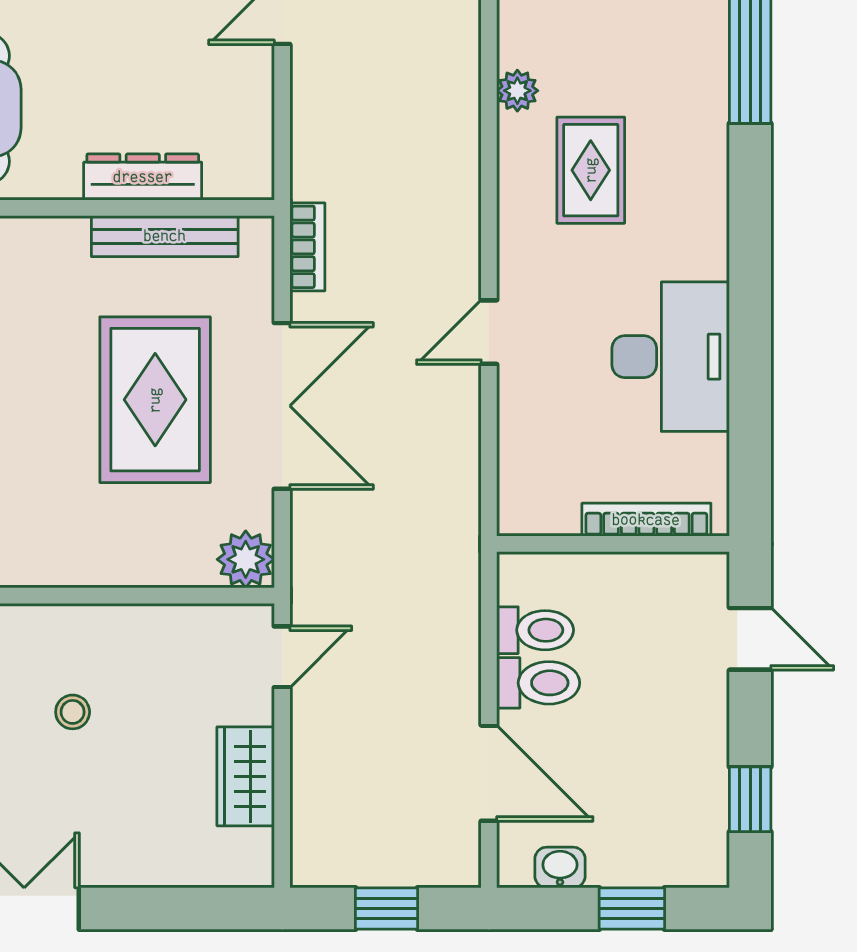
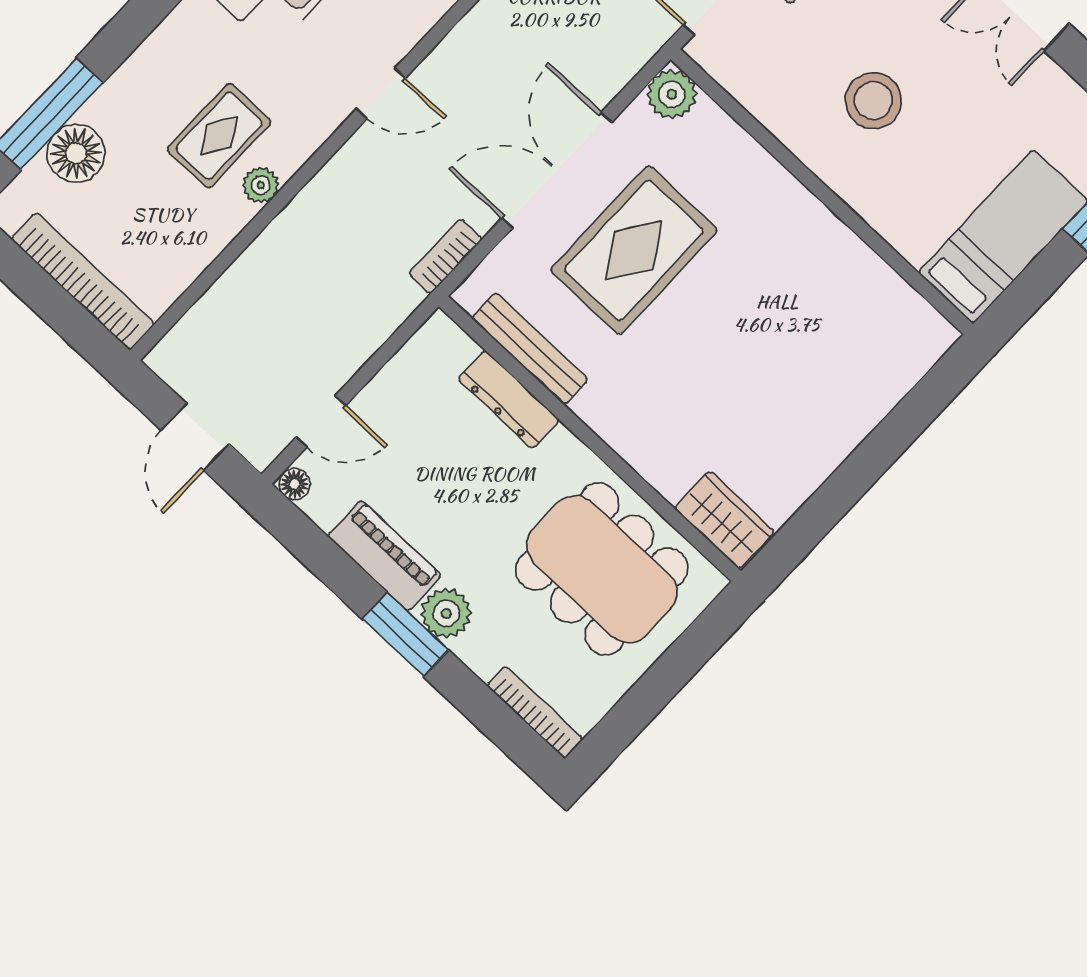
floor lamp: (696, 43) -> (76, 153), added
plant: (517, 91) -> (261, 185), moved
stool: (73, 712) -> (873, 101), width x1.89, depth x1.89

